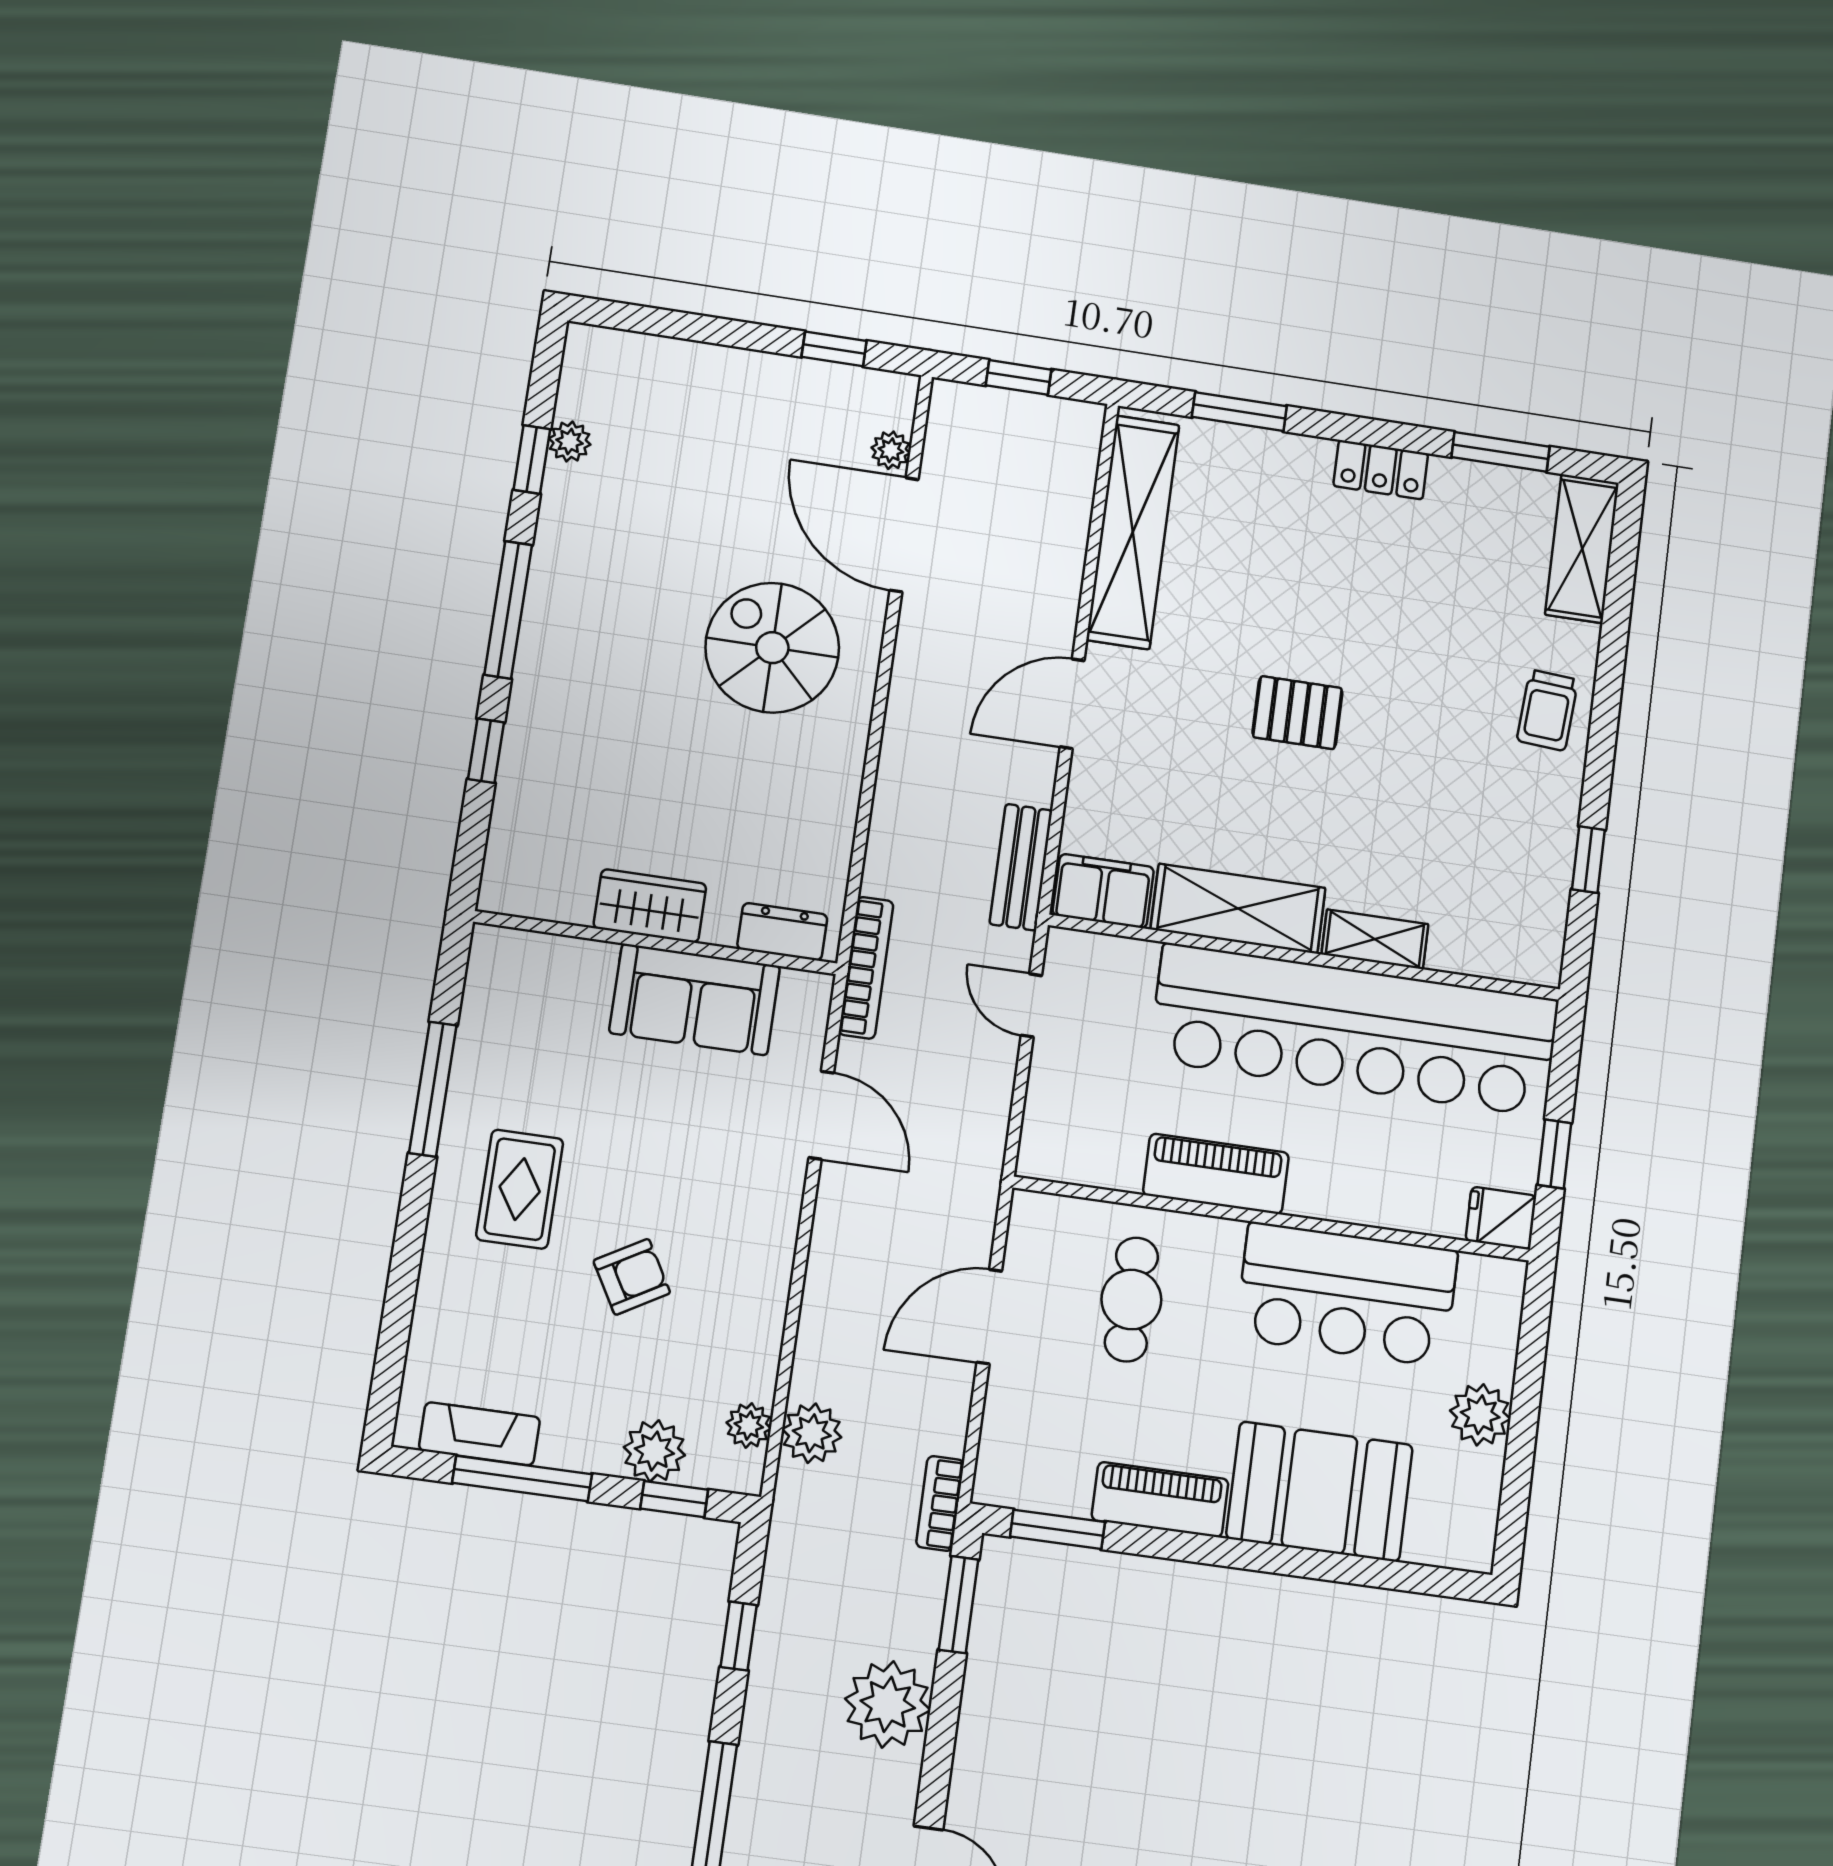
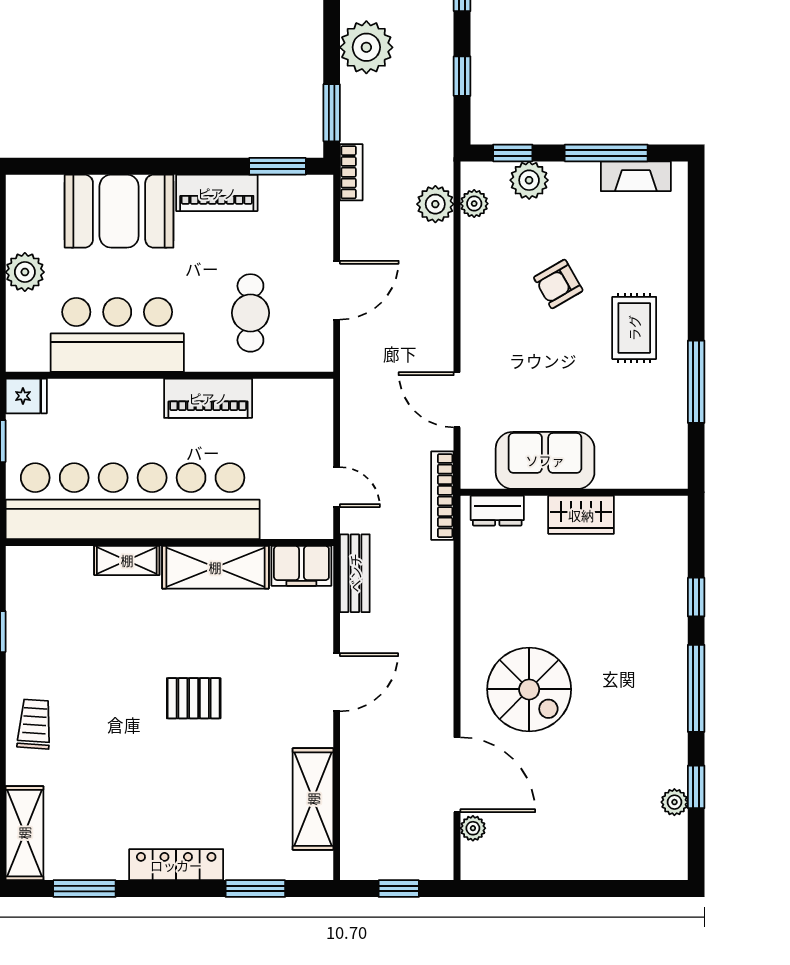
window: (834, 349) -> (518, 889), removed
locker: (1381, 470) -> (176, 865), width x1.53
shelving: (1133, 532) -> (313, 799), width x0.68

